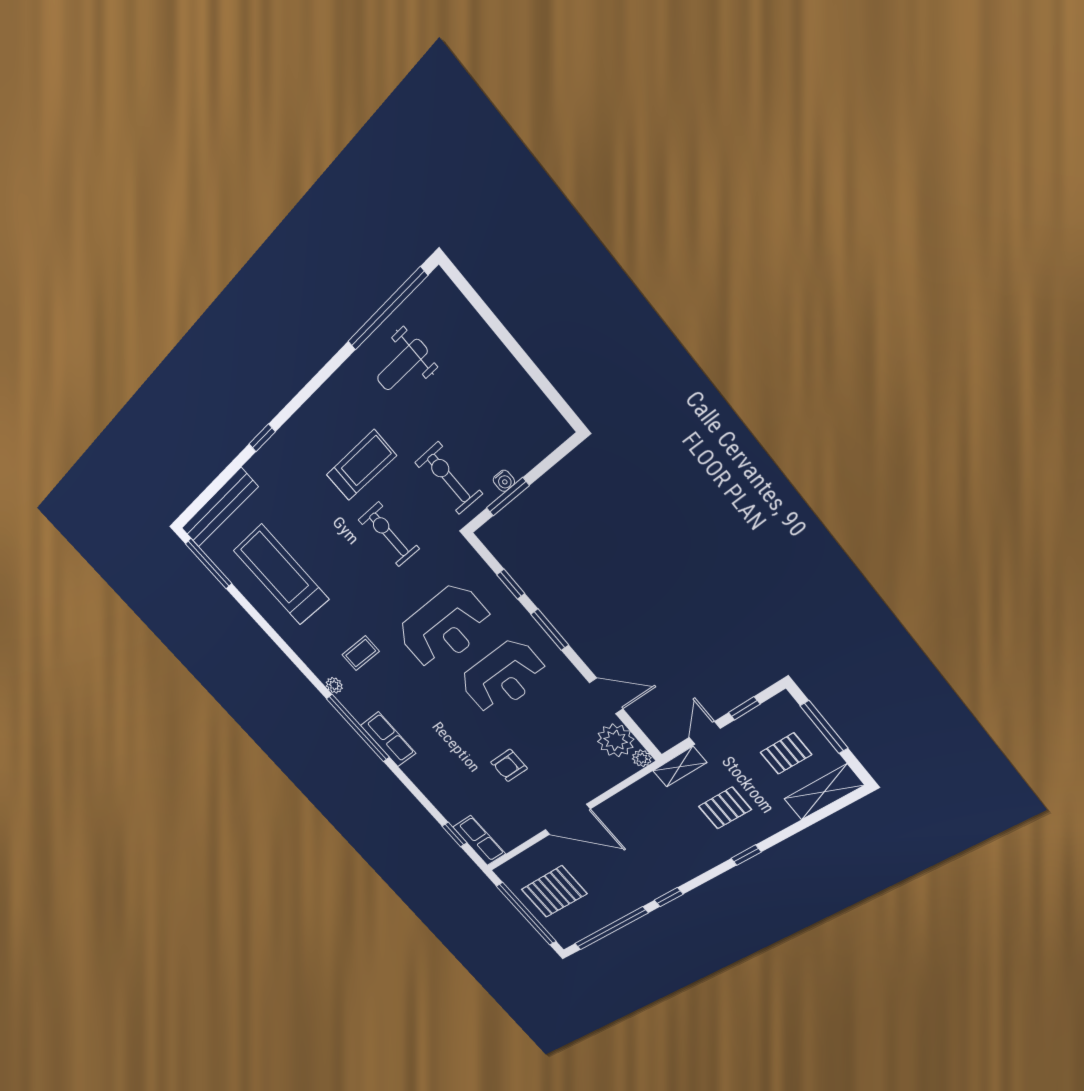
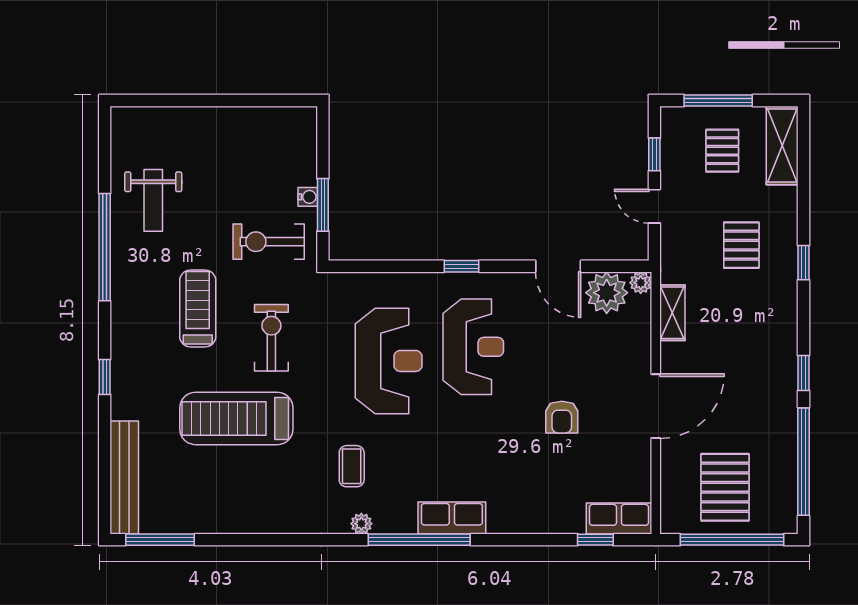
window: (387, 309) -> (105, 247), moved
exercise bike: (389, 534) -> (271, 338), turned 90
treadmill: (281, 575) -> (236, 418), moved
window: (511, 584) -> (396, 266), removed
window: (550, 630) -> (461, 266), width x0.67
door: (606, 696) -> (558, 266), swing flipped
shelving: (680, 767) -> (672, 313), moved

